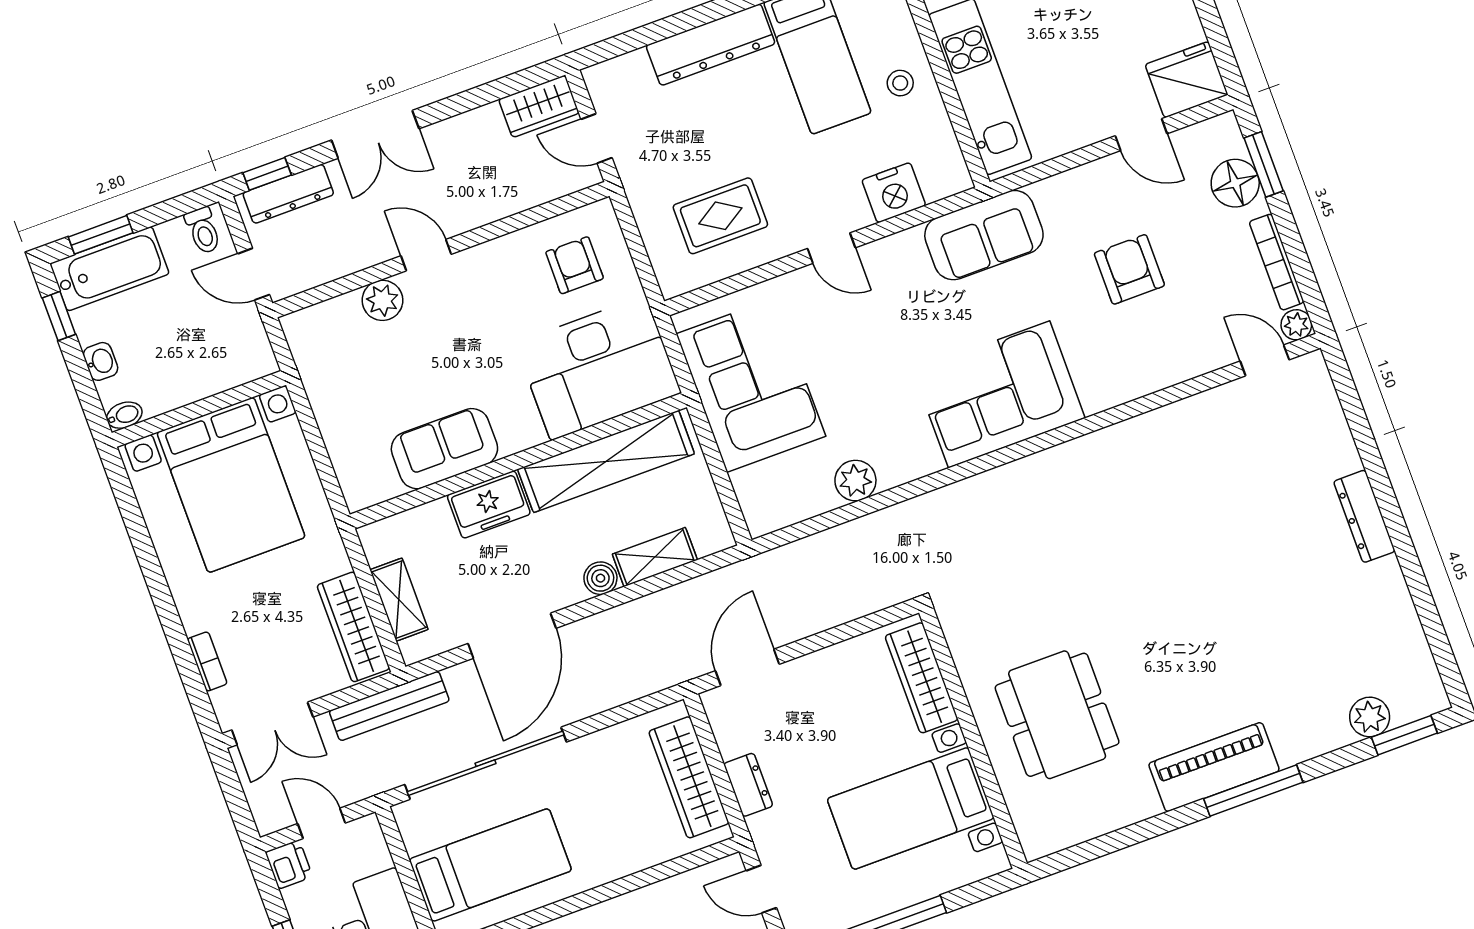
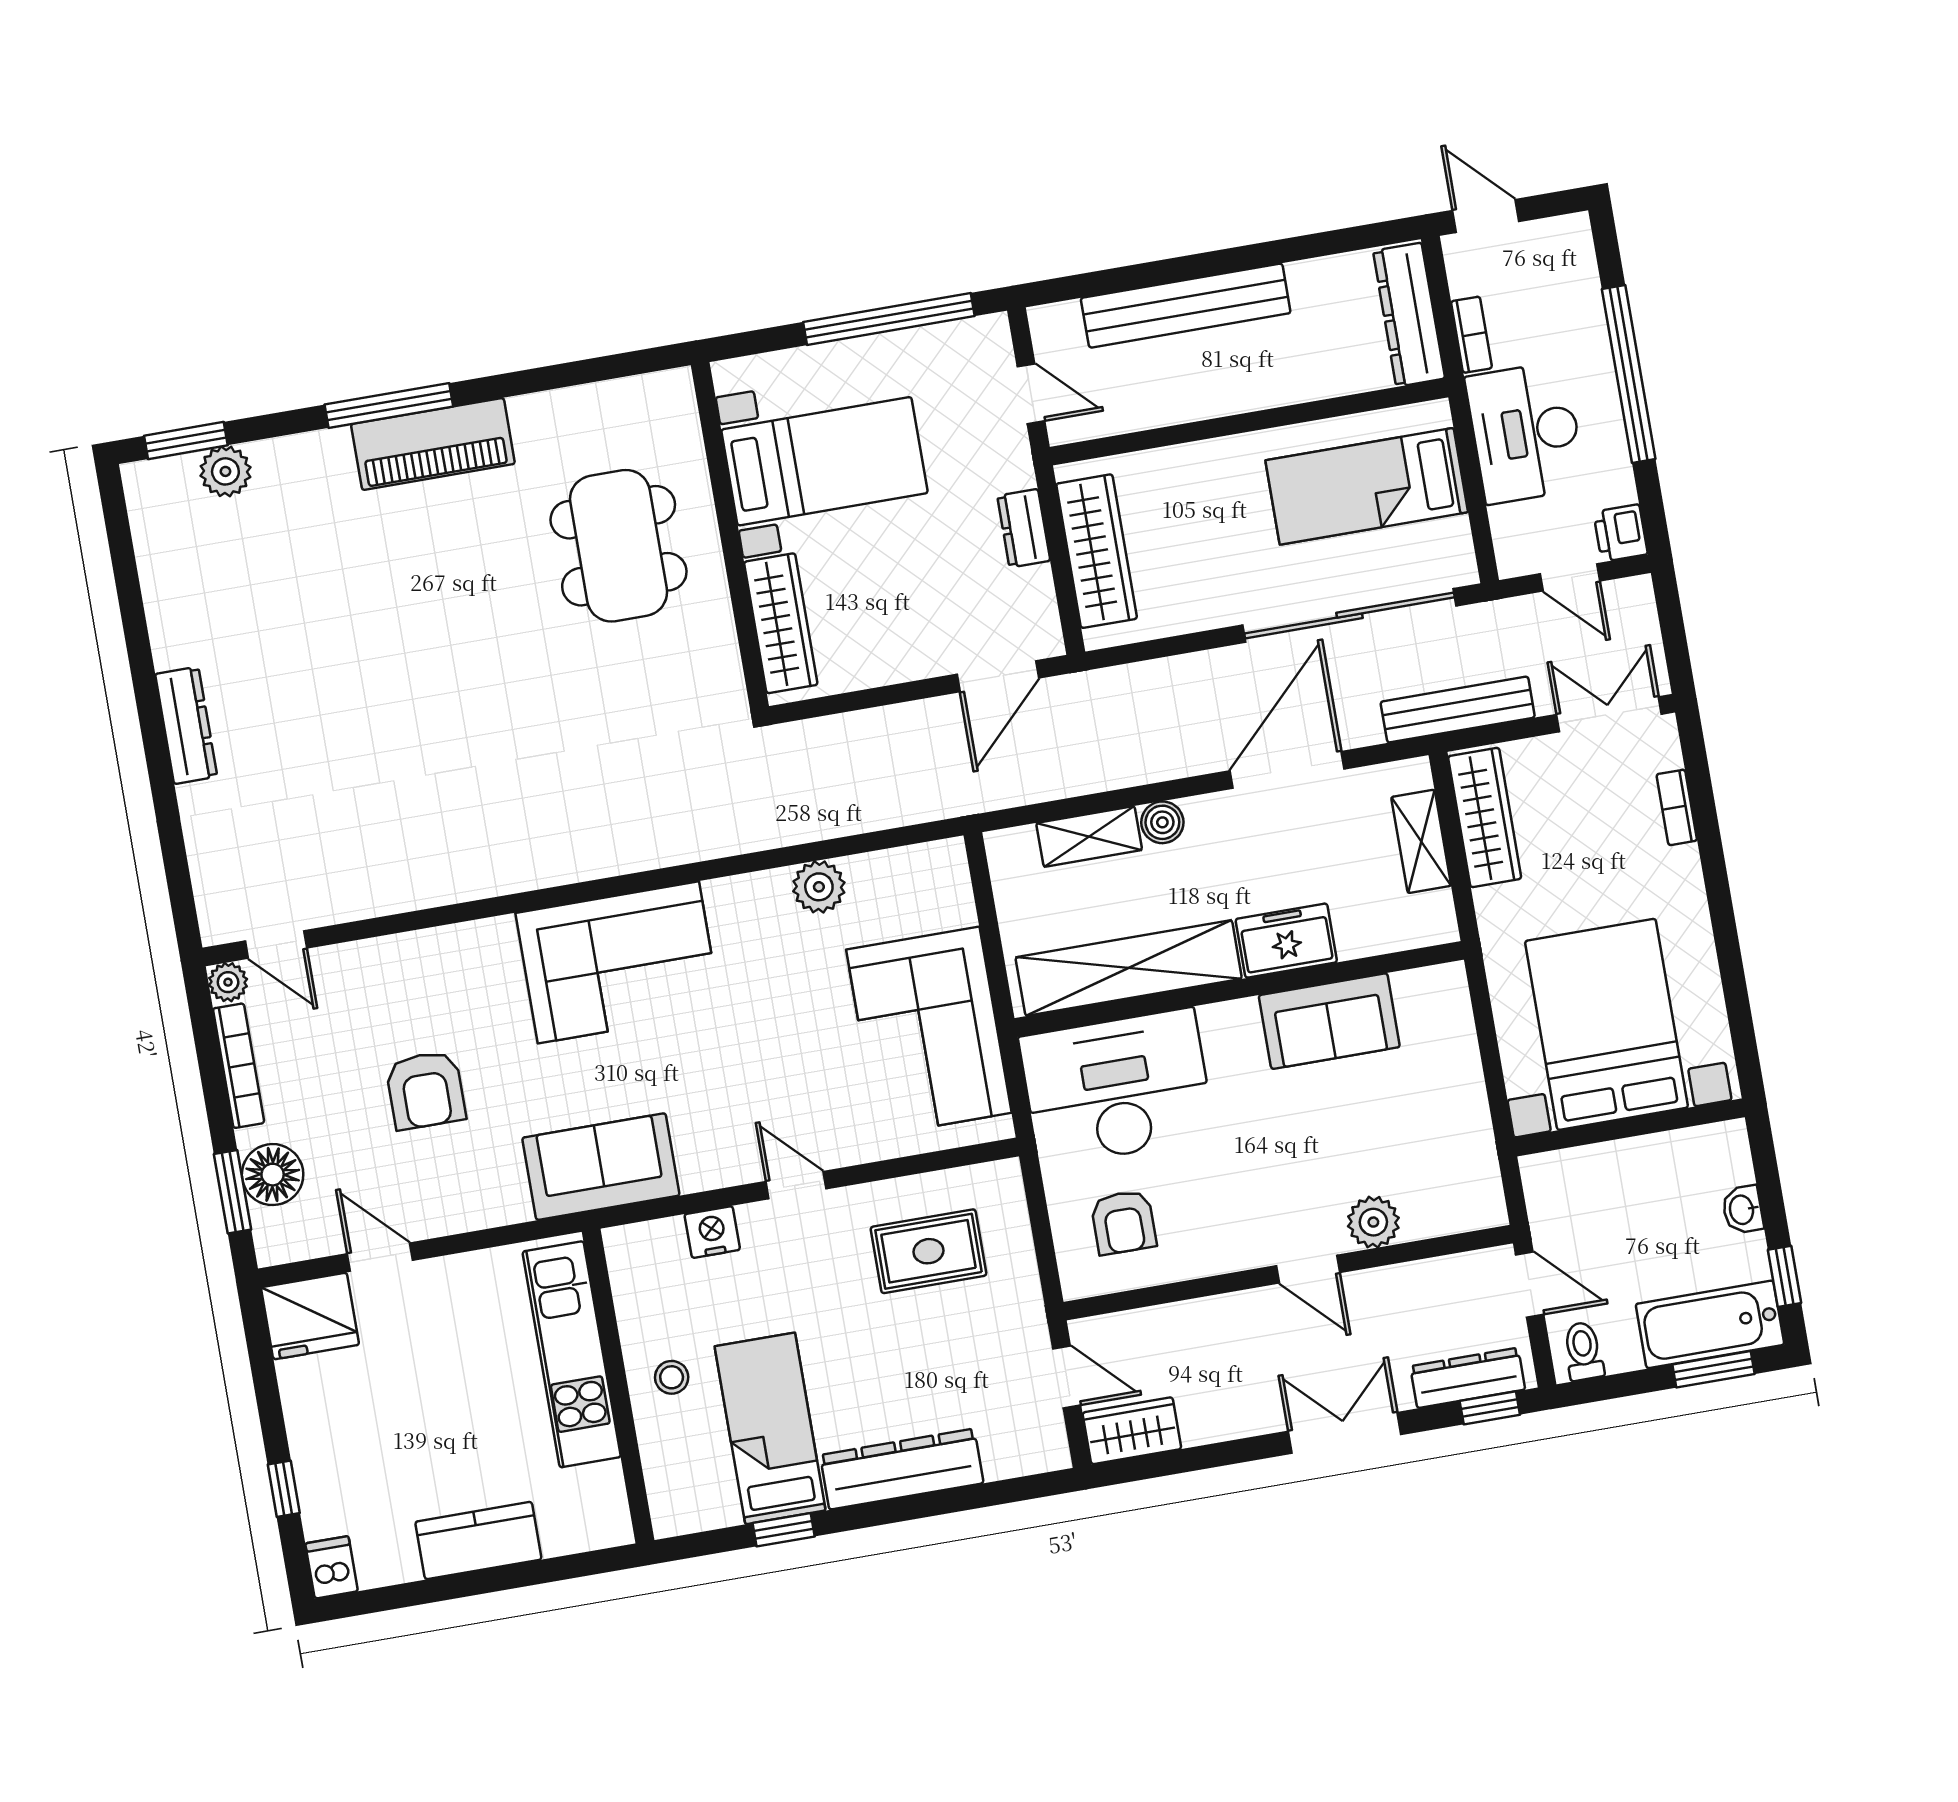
nightstand: (894, 193) -> (712, 1232), width x0.74, depth x0.75
bidet: (124, 415) -> (1725, 1137), removed

